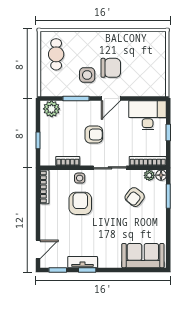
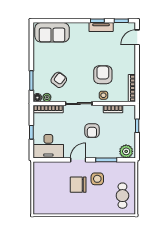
armchair: (94, 134) -> (92, 131), turned -90
armchair: (80, 203) -> (103, 75), turned 180

